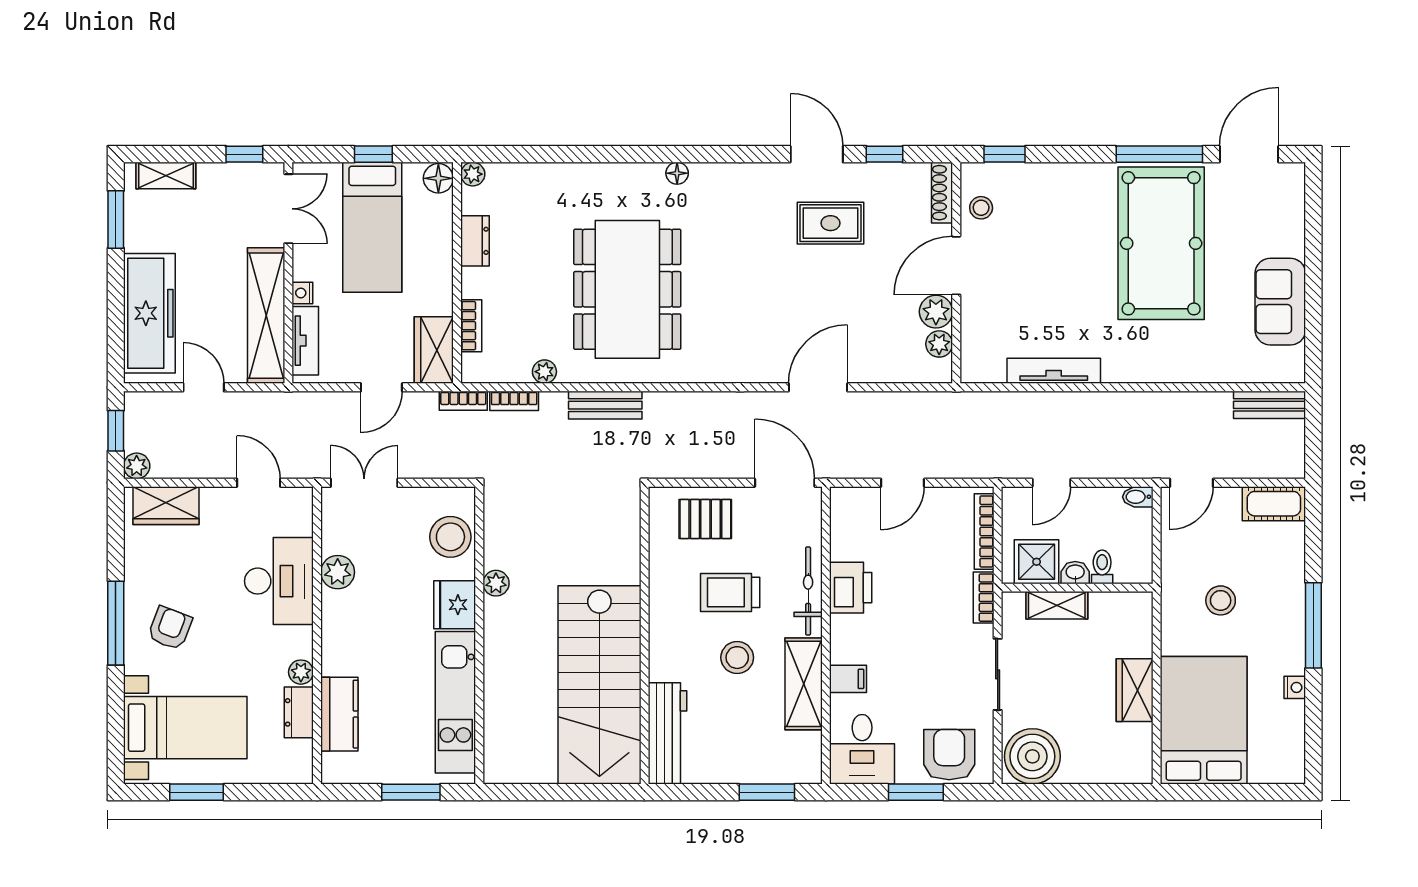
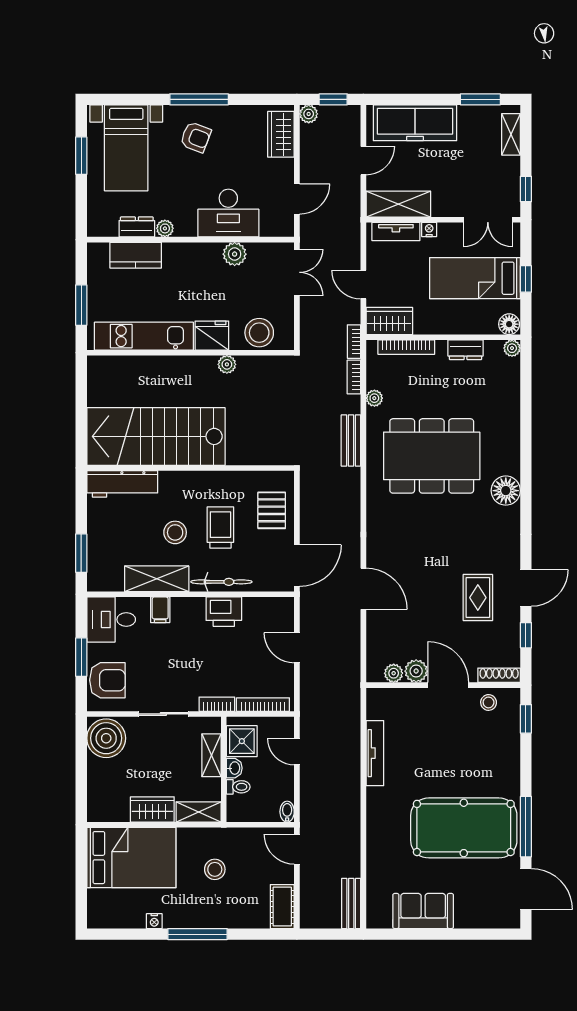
floor lamp: (677, 173) -> (506, 491), width x1.89, depth x1.89
shelving: (266, 316) -> (398, 204), width x0.68
bookcase: (471, 326) -> (406, 347), width x1.56
shelving: (1138, 624) -> (199, 812), added

